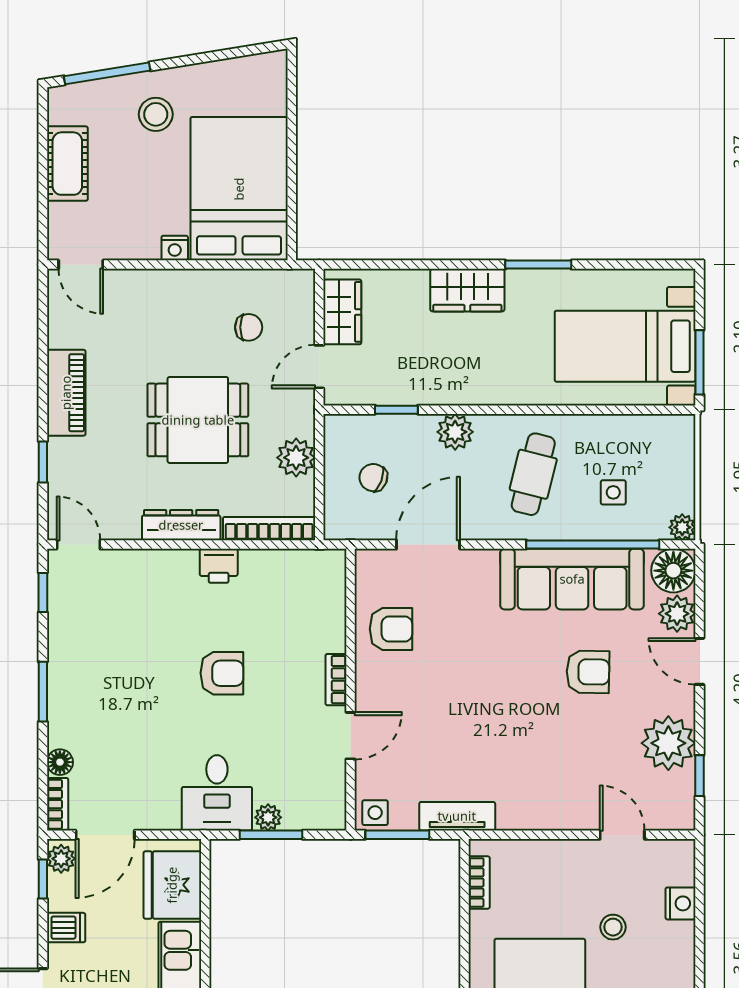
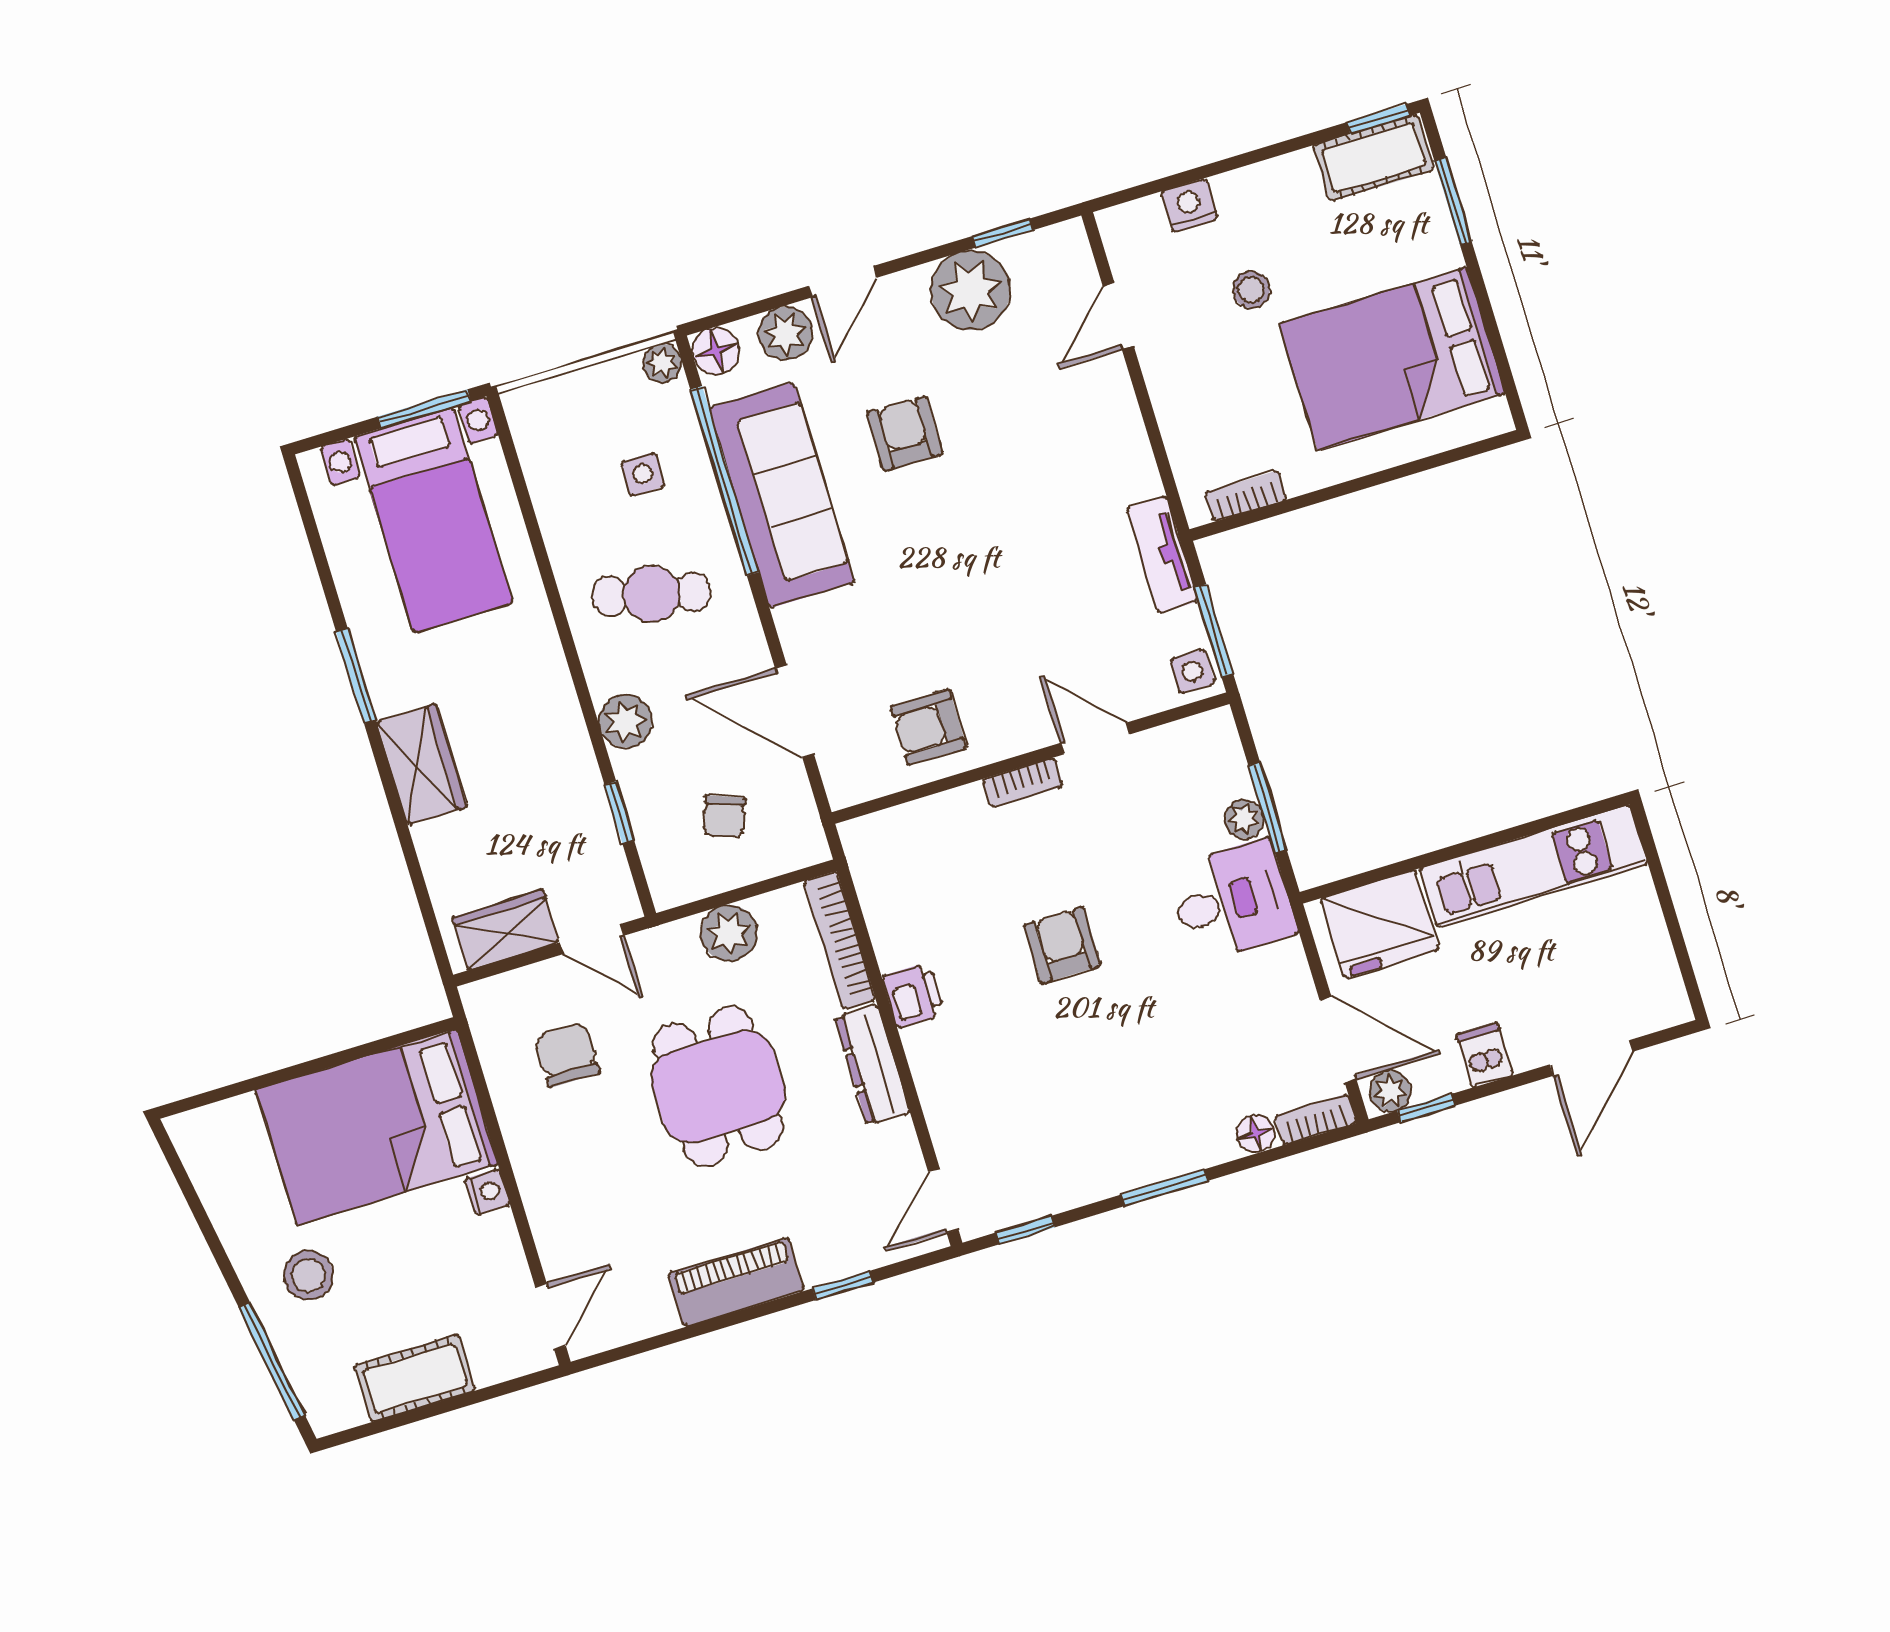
chair: (249, 327) -> (567, 1055), width x1.37, depth x1.37
floor lamp: (673, 571) -> (716, 351), width x0.73, depth x0.73
armchair: (391, 629) -> (929, 727), turned -90

